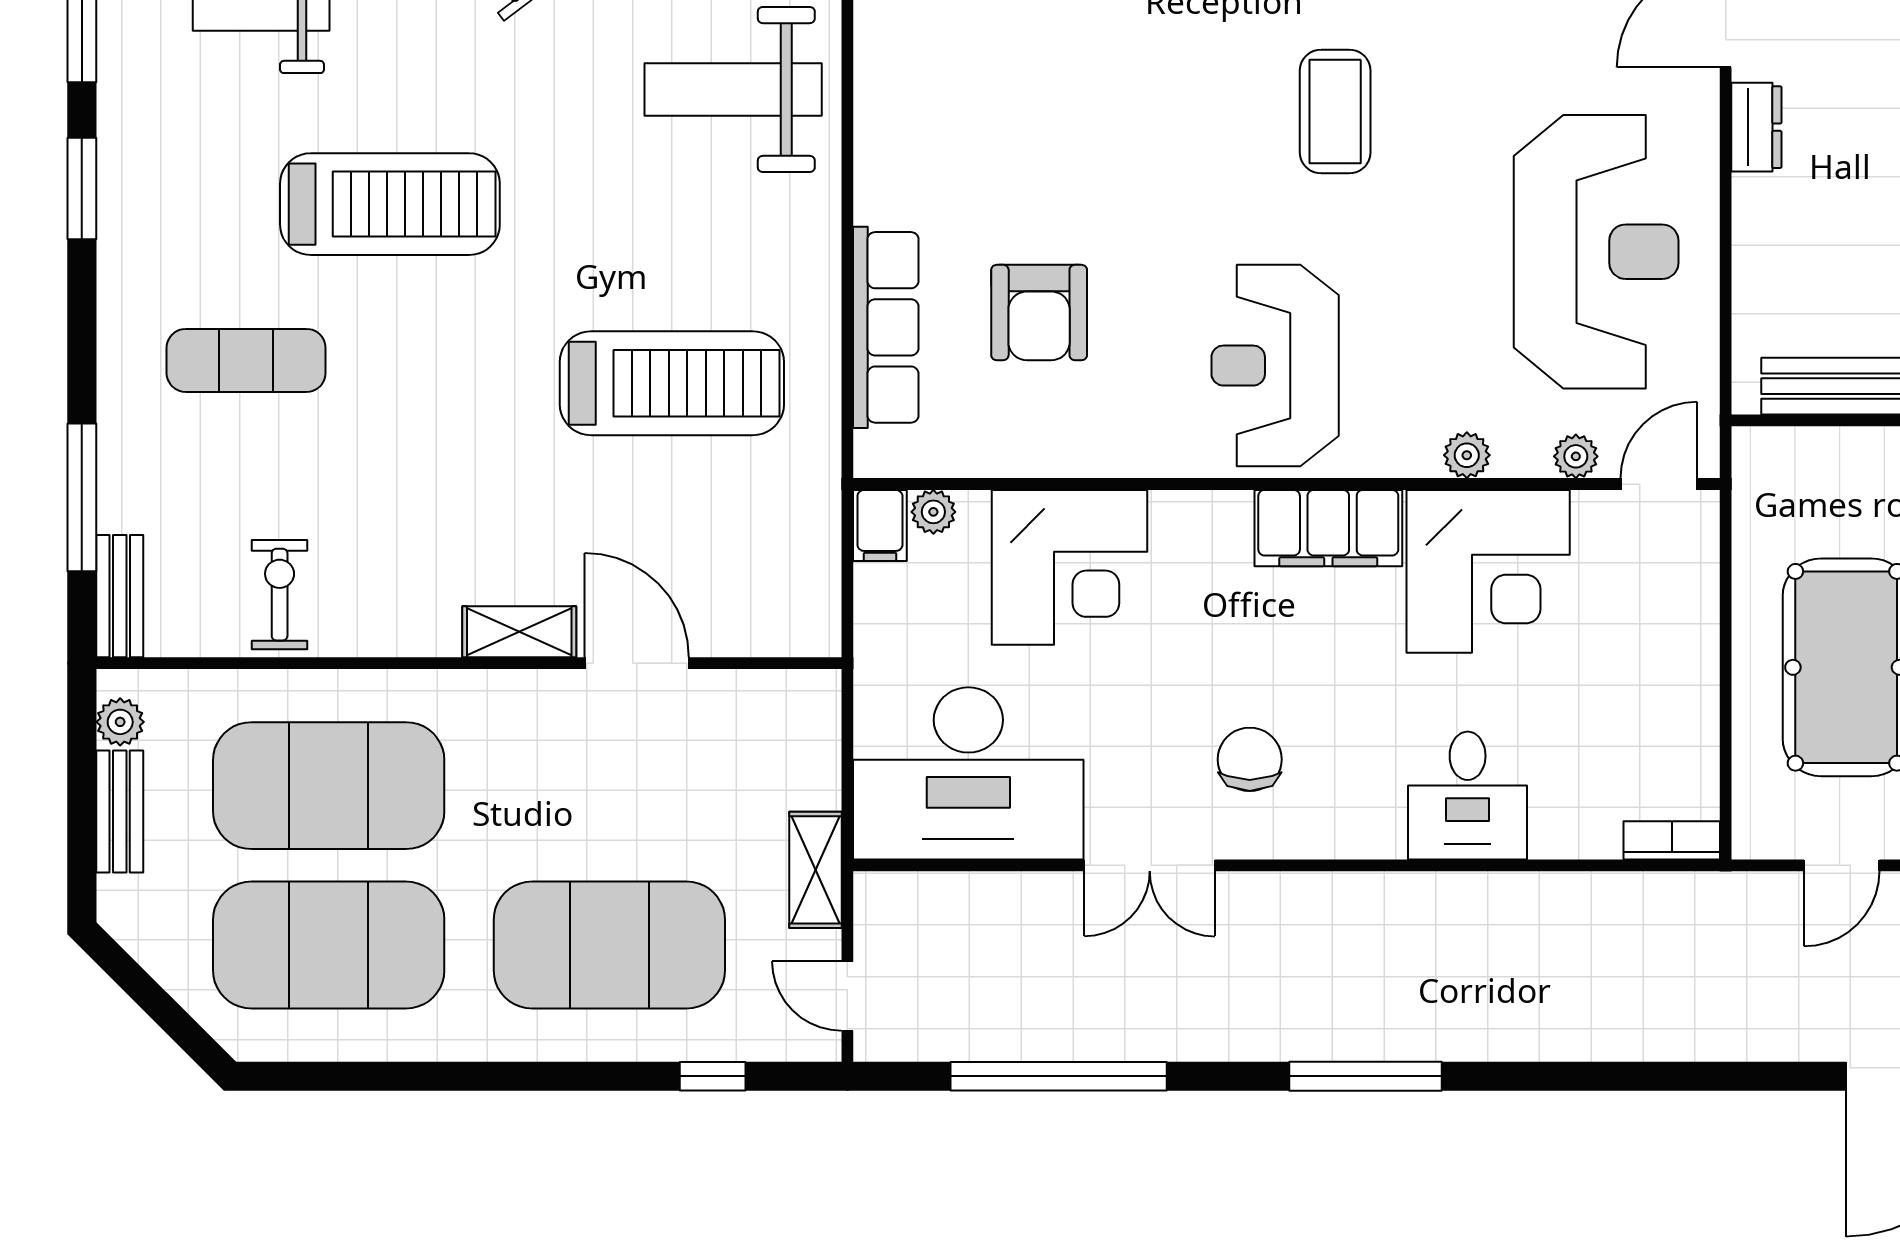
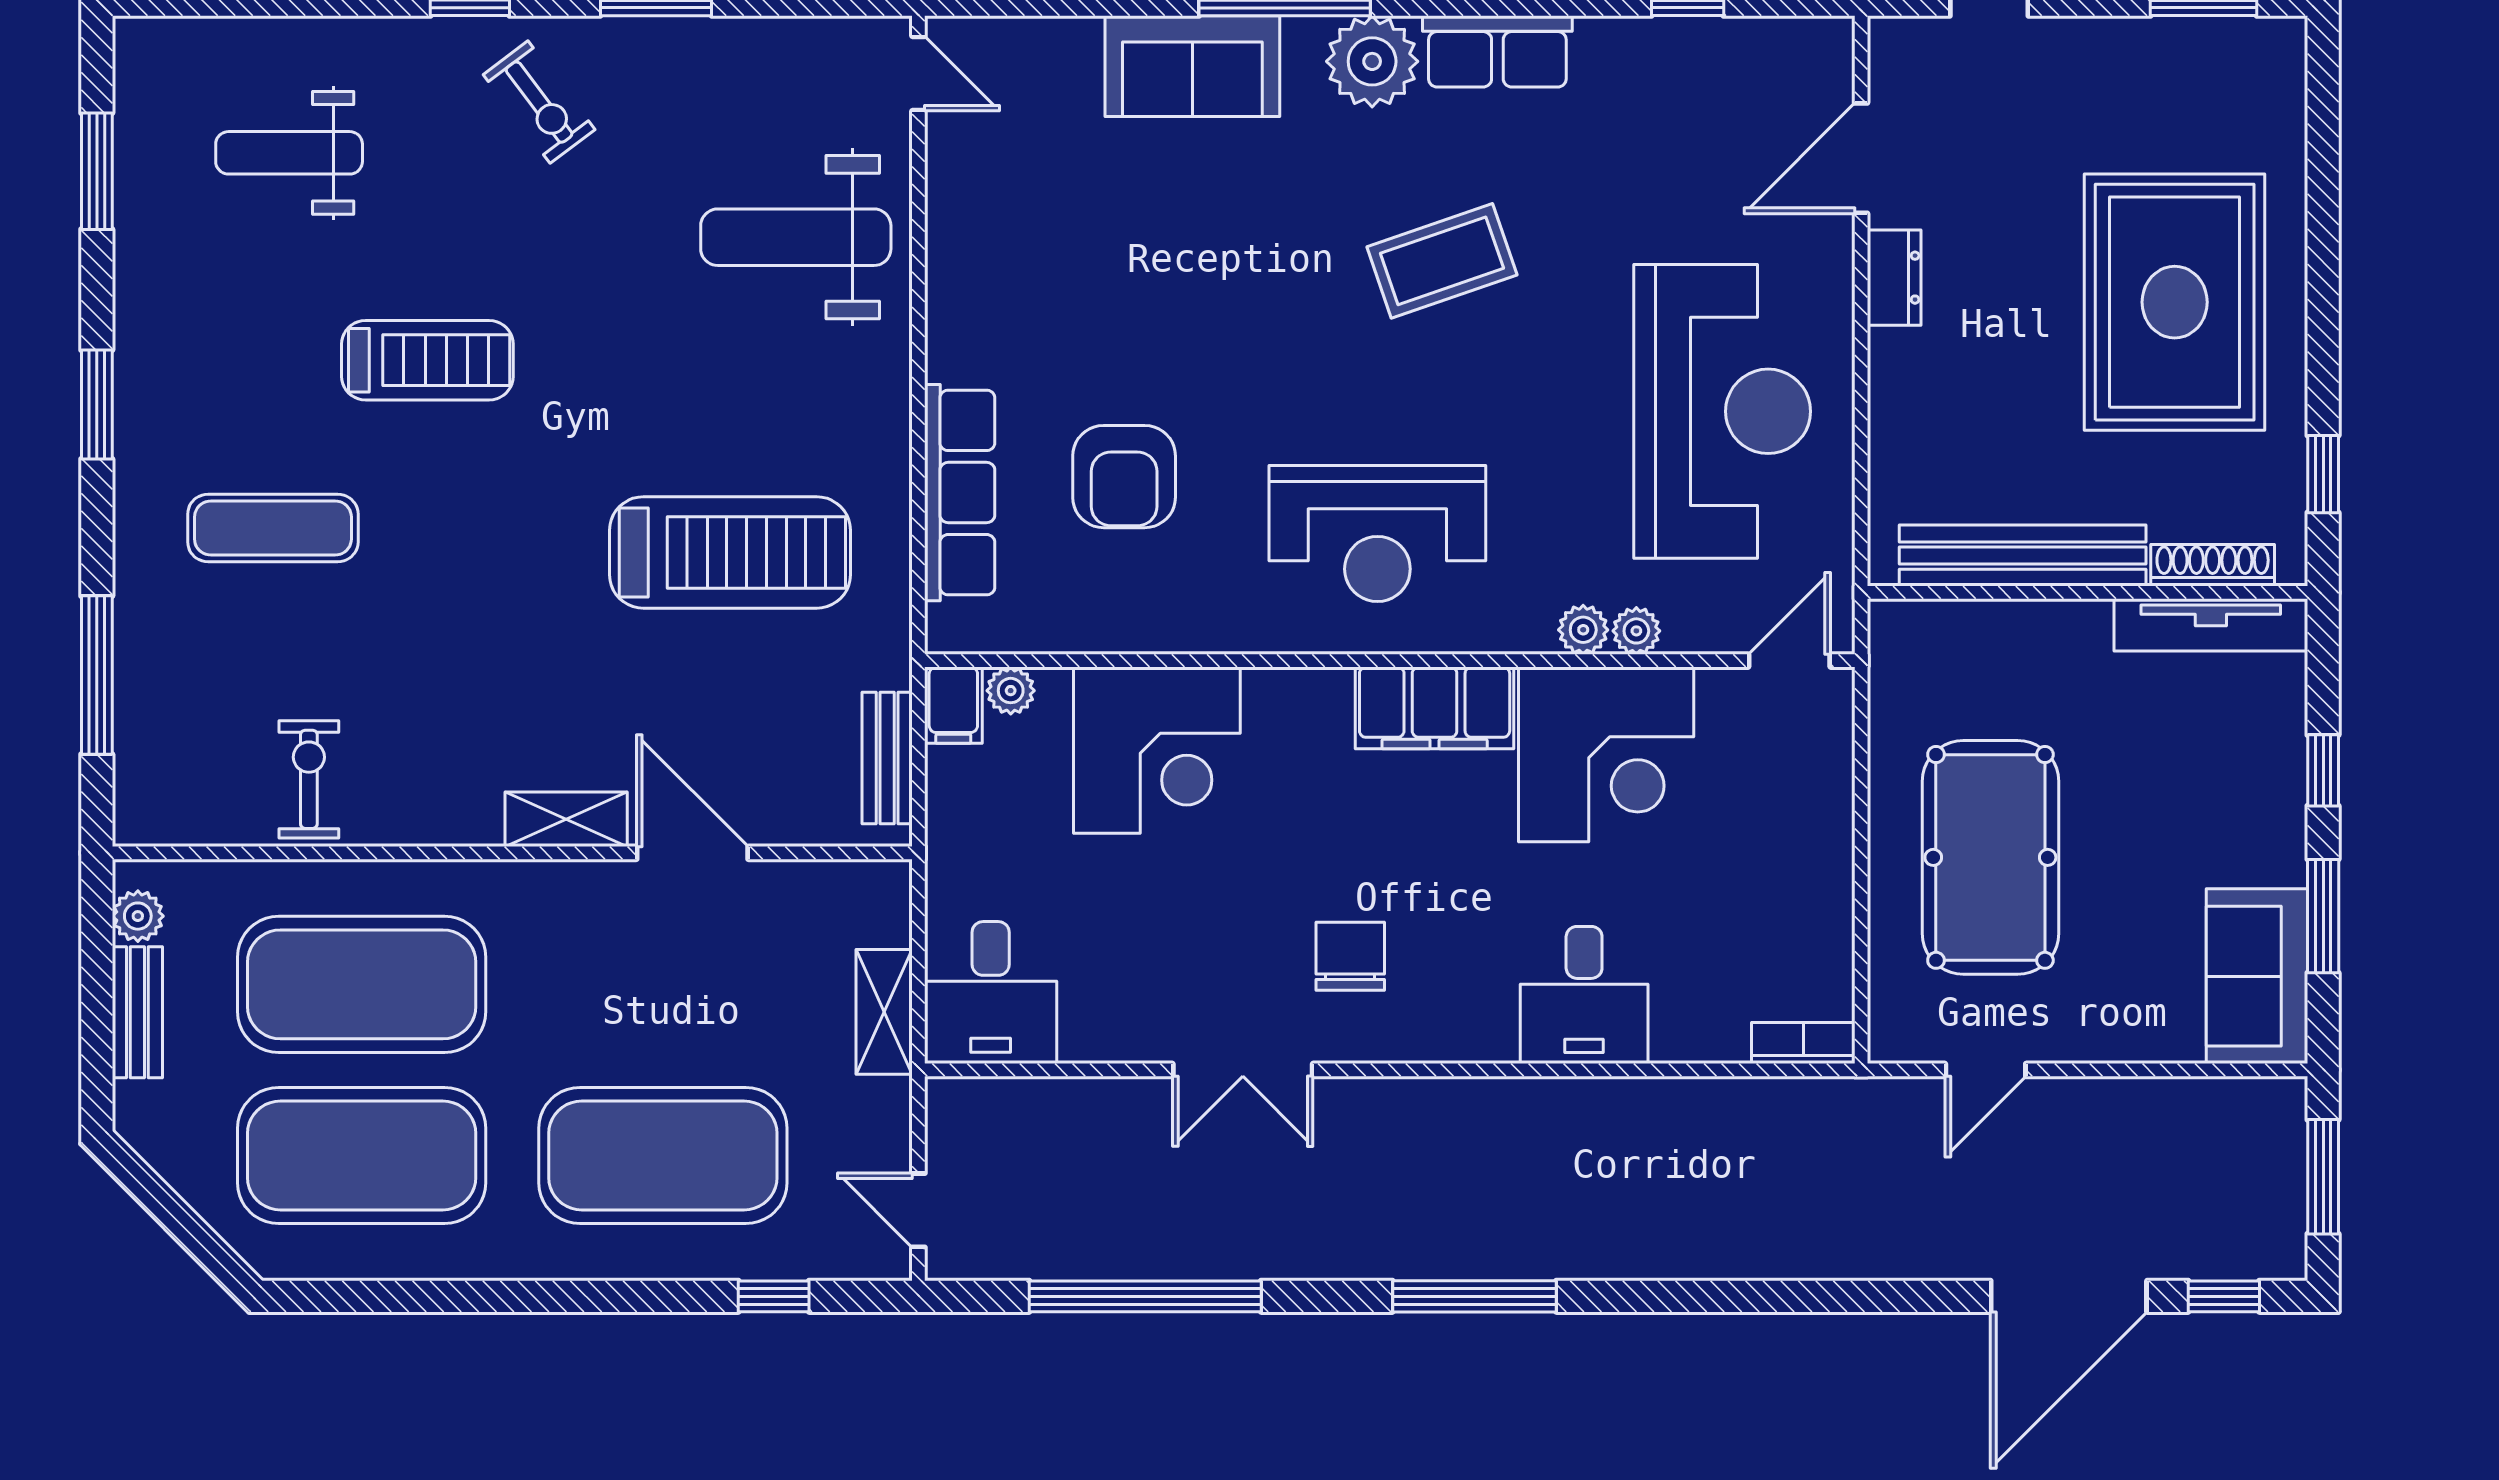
coffee table: (1335, 112) -> (1442, 261), turned 71
window: (82, 188) -> (97, 404), moved
treadmill: (390, 204) -> (427, 360), width x0.73, depth x0.73
reception desk: (1275, 366) -> (1377, 534), turned -90
plant: (1576, 456) -> (1636, 631), moved
bench: (120, 596) -> (887, 758), moved
desk: (968, 773) -> (991, 993), width x0.53, depth x0.77
shelving: (815, 870) -> (884, 1012), moved

